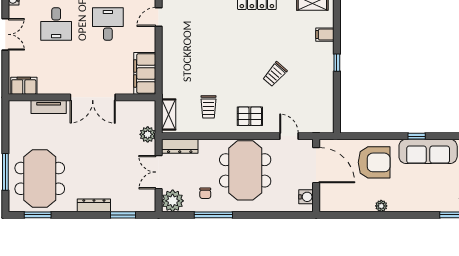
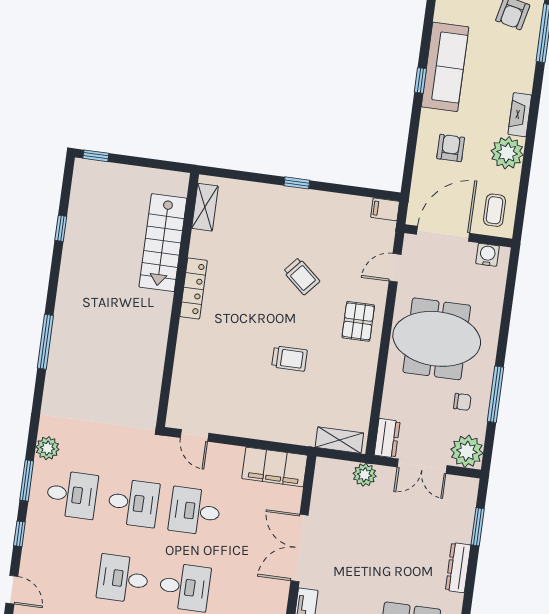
filing cabinet: (325, 35) -> (385, 209), moved, turned 90
double door: (93, 97) -> (299, 548), swing flipped
trolley: (208, 107) -> (289, 359), moved
dresser: (180, 146) -> (387, 438), width x0.70
armchair: (374, 162) -> (451, 148), width x0.53, depth x0.53
coffee table: (336, 197) -> (494, 210), added
plant: (381, 206) -> (507, 153), width x1.87, depth x1.87
fireplace: (403, 206) -> (520, 115), added

